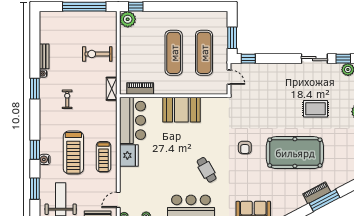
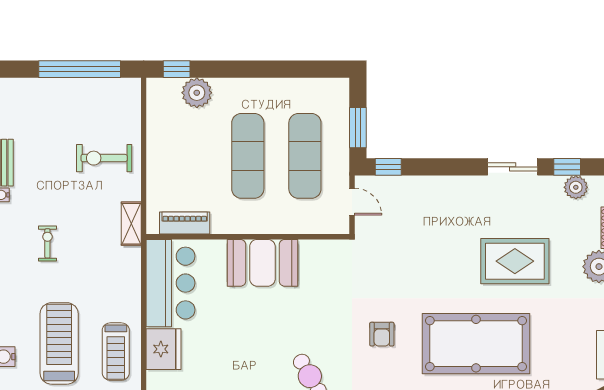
plant: (128, 19) -> (197, 93), moved
rug: (316, 109) -> (515, 261), width x1.36, depth x1.43
treadmill: (73, 152) -> (59, 343), turned 180

